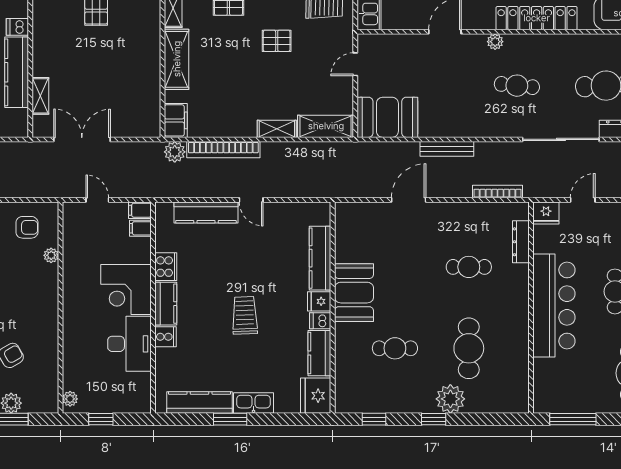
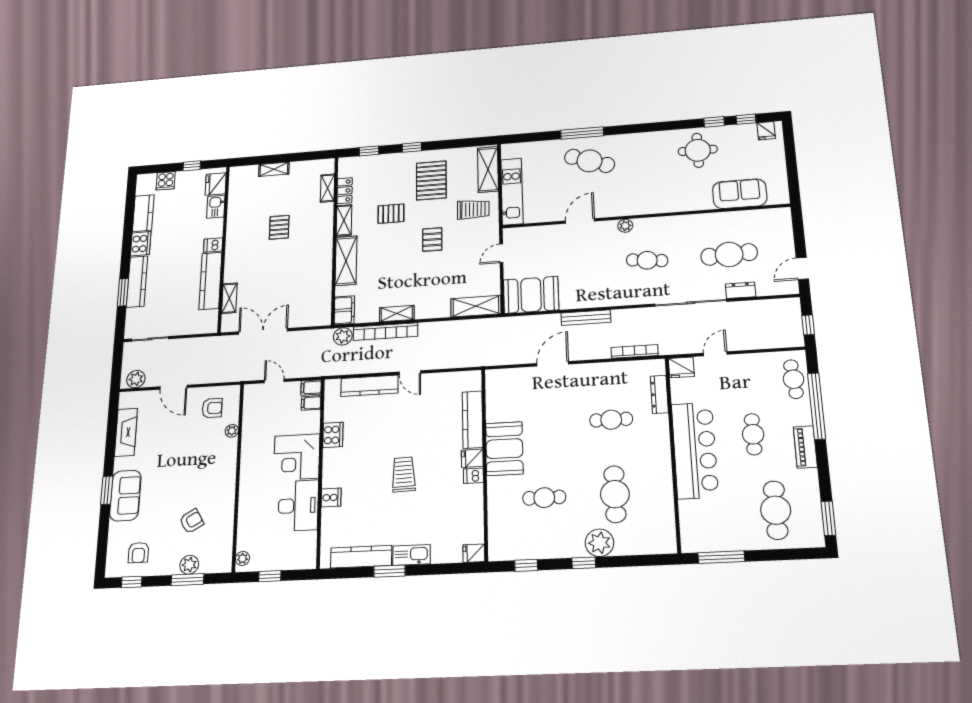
locker: (537, 18) -> (661, 204), removed
pallet: (277, 41) -> (432, 239), turned 90
shelving: (277, 129) -> (397, 314), moved
kitchen counter: (166, 304) -> (332, 468), removed
kitchen counter: (319, 353) -> (473, 505), removed
fridge: (316, 396) -> (474, 553), width x0.53, depth x0.75

